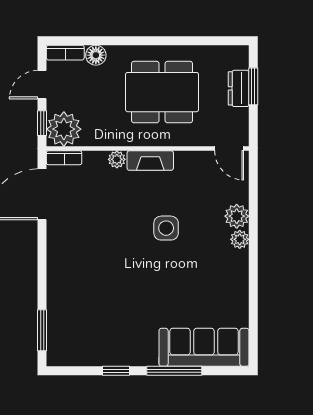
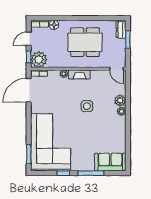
dresser: (239, 88) -> (121, 30), moved
corner sofa: (89, 303) -> (51, 141), added
sofa: (204, 347) -> (110, 162), width x0.73

